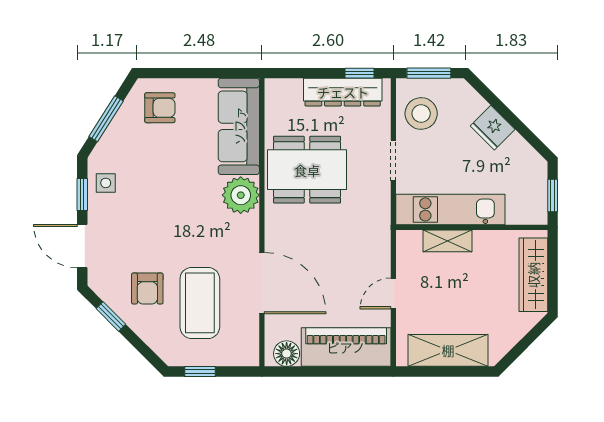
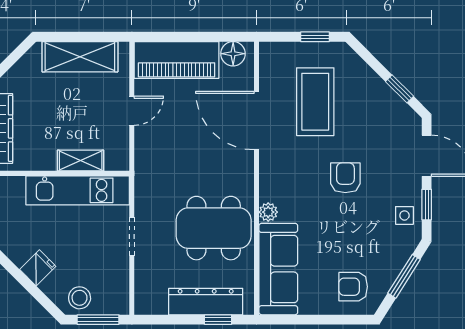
window: (360, 73) -> (218, 320), moved
dresser: (343, 92) -> (206, 302), moved
stool: (421, 114) -> (80, 298), moved, width x0.73, depth x0.73
fridge: (493, 128) -> (38, 268), width x0.72
plant: (241, 195) -> (268, 212), width x0.53, depth x0.53
armchair: (147, 289) -> (345, 178), moved

